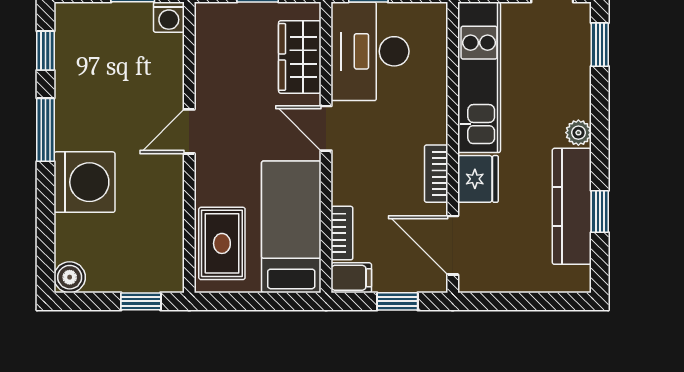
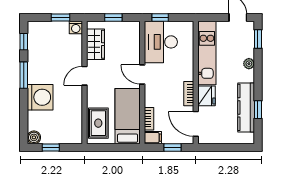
wardrobe: (300, 57) -> (96, 44), moved, turned 180
plant: (578, 133) -> (249, 64), moved
window: (141, 301) -> (51, 148), moved

